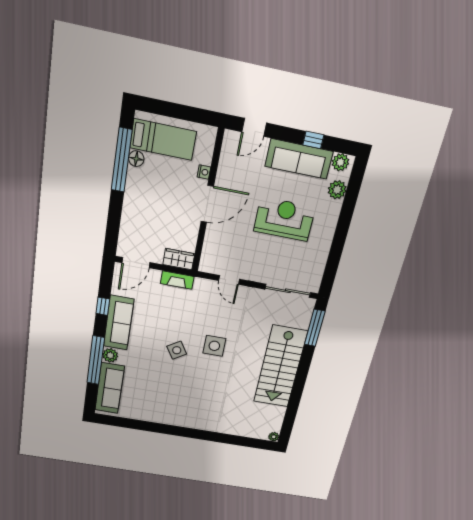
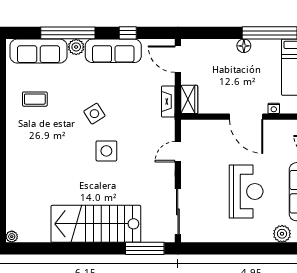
floor lamp: (136, 159) -> (244, 46), moved
coffee table: (154, 398) -> (35, 99), added

